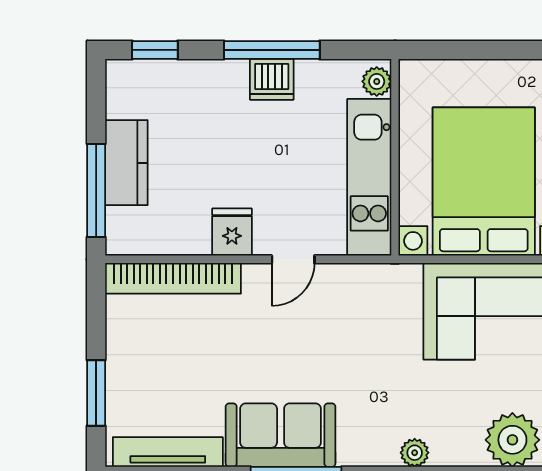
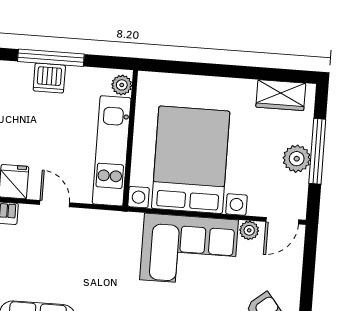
door: (293, 259) -> (55, 204), swing flipped

